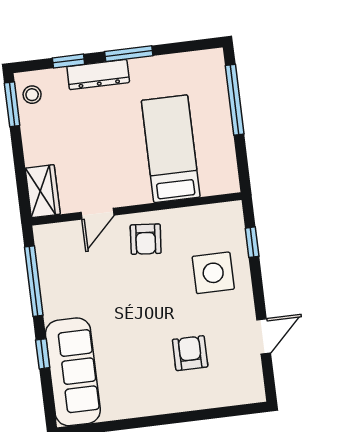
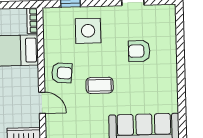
bookcase: (220, 187) -> (32, 21), added
coffee table: (132, 298) -> (100, 85), added

